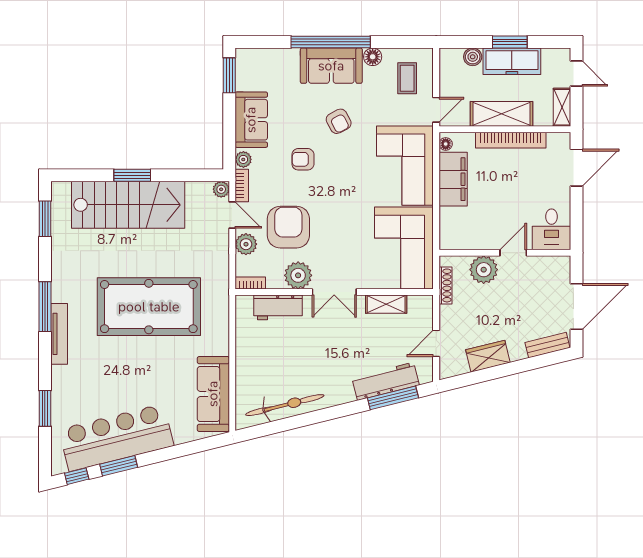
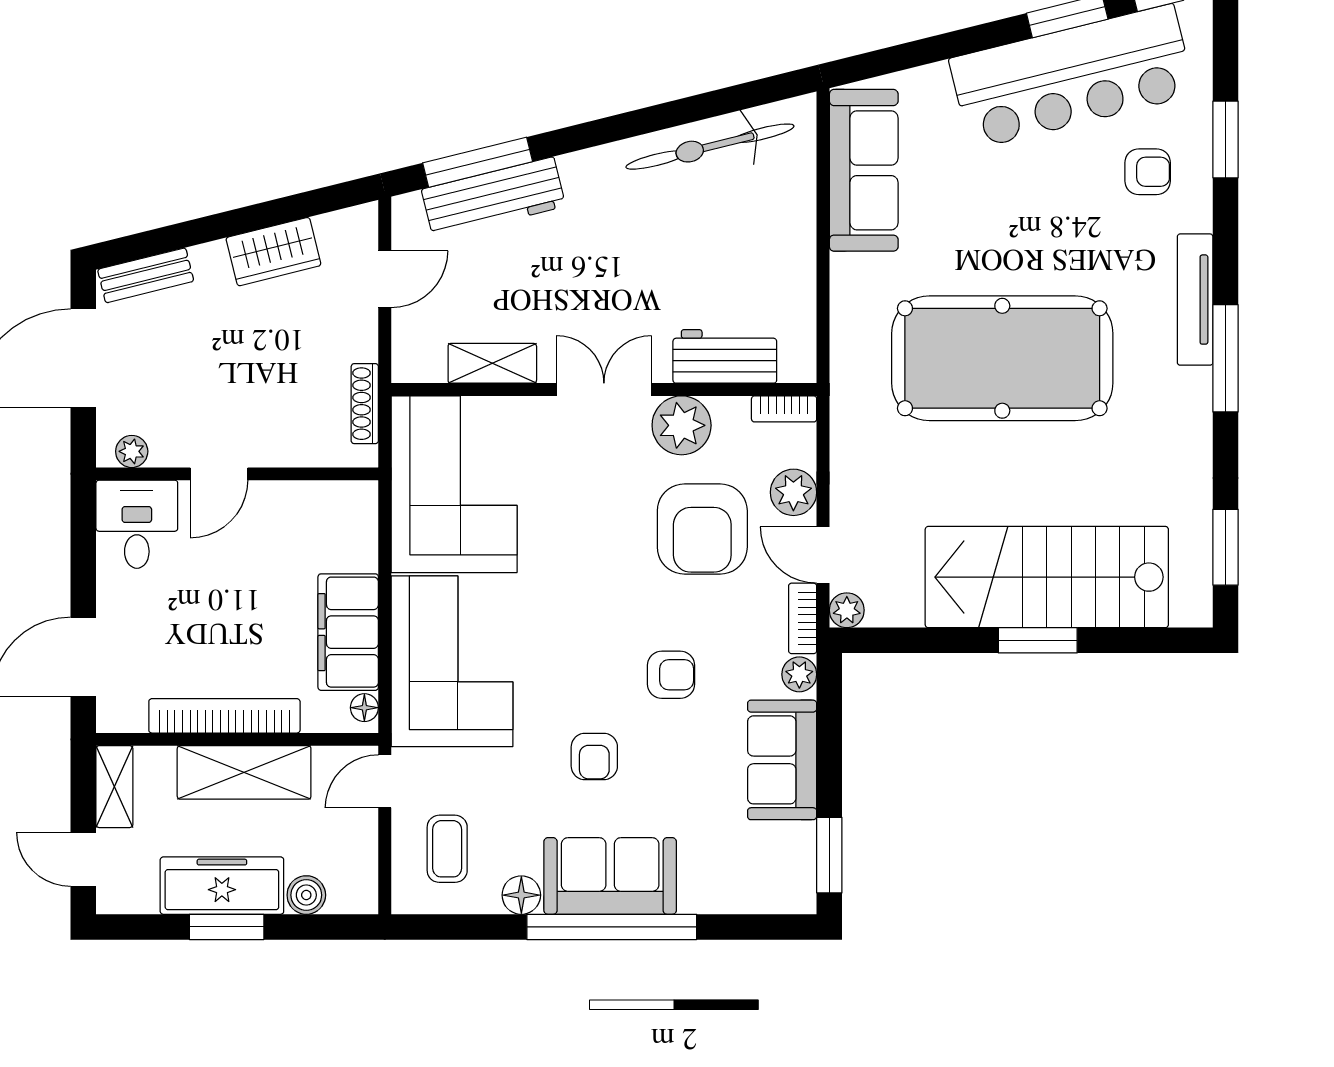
armchair: (339, 121) -> (594, 757), turned -152
plant: (484, 270) -> (132, 451), moved, width x0.53, depth x0.53
armchair: (81, 393) -> (1148, 172), added

